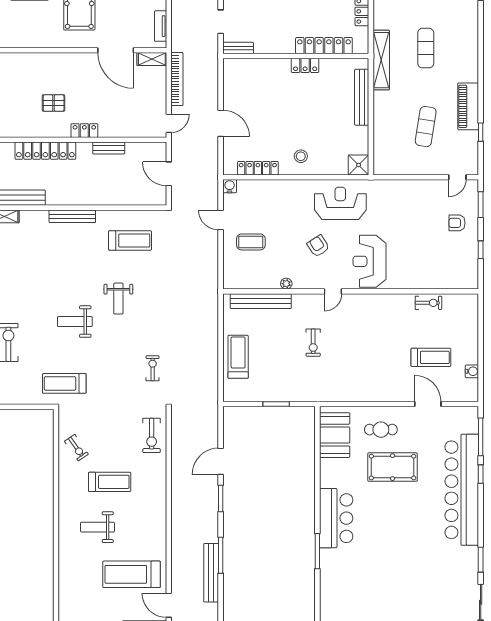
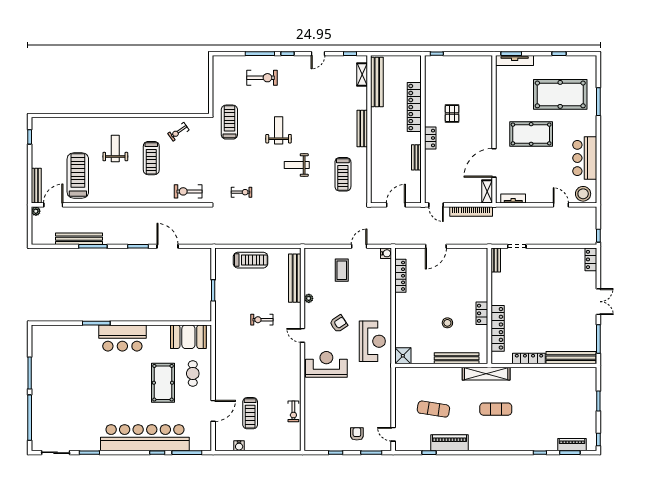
stool: (301, 156) -> (447, 323), moved

